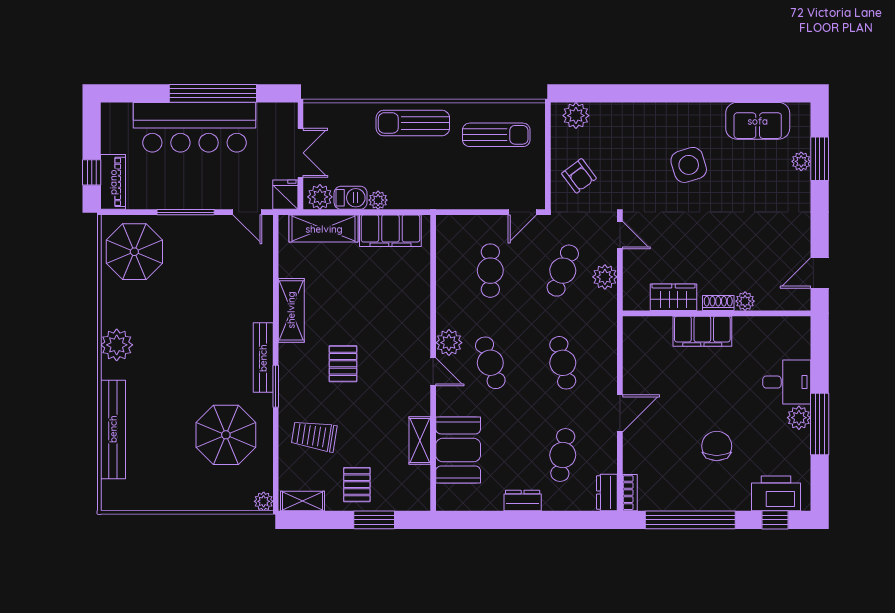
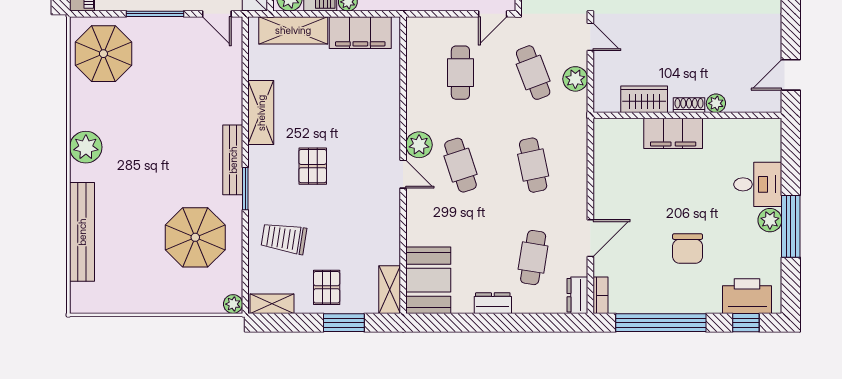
cafe table: (563, 271) -> (533, 73), turned -42
door: (620, 413) -> (590, 238), moved
shelving: (420, 441) -> (390, 290), moved
chair: (717, 446) -> (688, 249), turned 180
booth: (458, 450) -> (428, 280), moved

